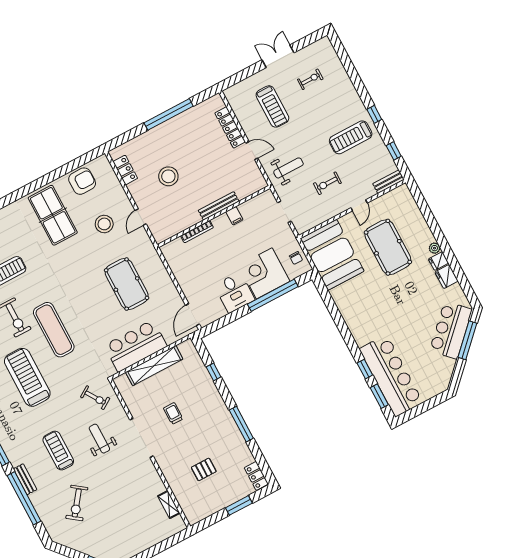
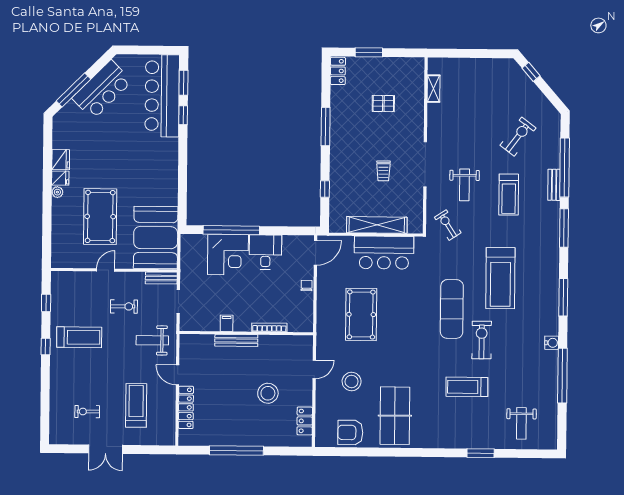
bench: (388, 182) -> (161, 278), moved
chair: (296, 258) -> (307, 286), moved
bar counter: (451, 330) -> (102, 90), moved

